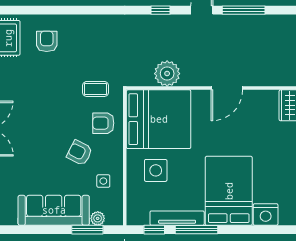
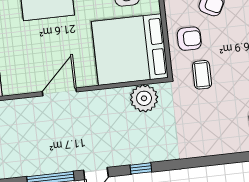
plant: (167, 74) -> (144, 98), moved
coffee table: (96, 89) -> (202, 75), turned 90

